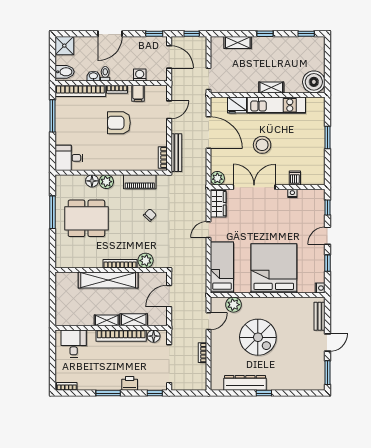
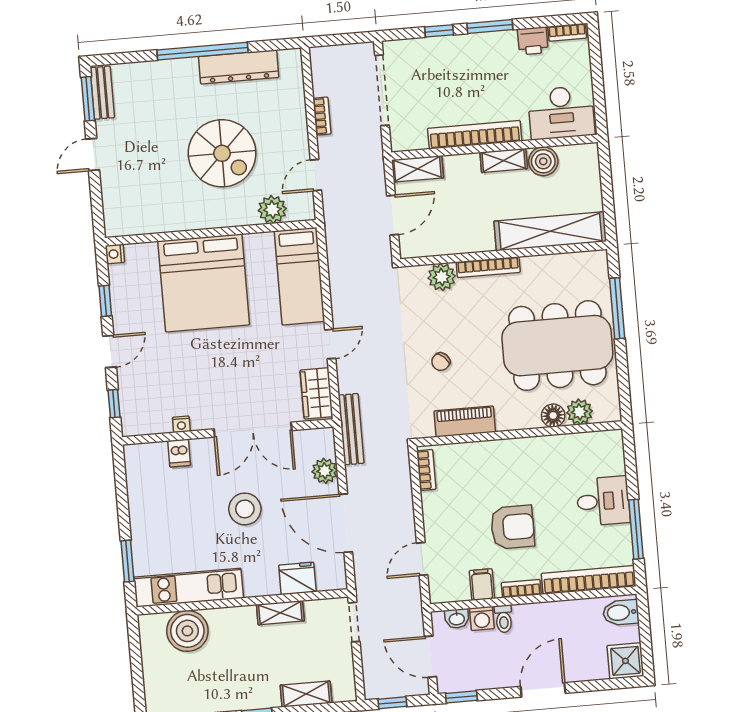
toilet: (105, 74) -> (504, 619), moved
washbasin: (93, 76) -> (457, 619), moved
boiler: (314, 82) -> (187, 631), moved
shelving: (271, 87) -> (280, 613), moved
kitchen unit: (276, 105) -> (189, 588), moved
window: (328, 137) -> (128, 561), moved
bench: (176, 153) -> (351, 429), moved
desk: (69, 158) -> (603, 501), moved
plant: (217, 178) -> (325, 471), moved
plant: (106, 182) -> (579, 412), moved
window: (53, 212) -> (617, 308), moved
dining table: (86, 218) -> (557, 346), width x1.36, depth x1.24
shelving: (108, 280) -> (550, 231), moved
bench: (320, 316) -> (102, 93), moved
boiler: (86, 318) -> (543, 161), added
shelving: (134, 320) -> (418, 169), moved
floor lamp: (154, 336) -> (415, 139), removed
spiral stairs: (258, 337) -> (222, 153), turned 180
desk: (74, 343) -> (561, 113), width x1.37
printer: (130, 383) -> (533, 41), moved
window: (155, 393) -> (439, 31), moved
window: (264, 393) -> (202, 51), width x3.17

